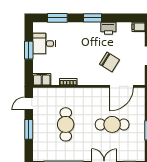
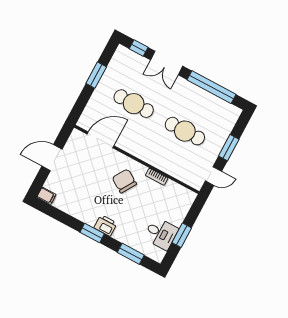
printer: (108, 28) -> (105, 225), moved
chair: (109, 62) -> (124, 181), moved
filing cabinet: (42, 79) -> (185, 195), removed
cafe table: (66, 124) -> (185, 131), turned 90

